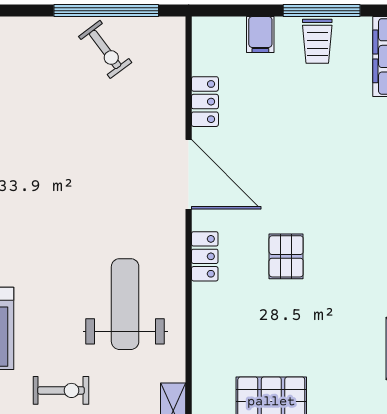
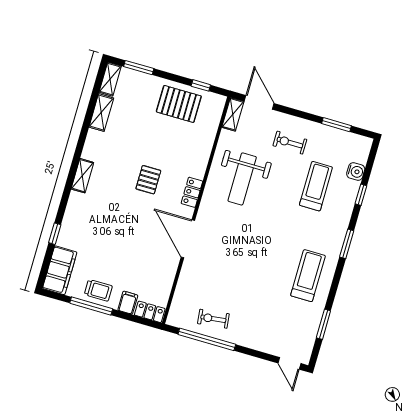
trolley: (317, 41) -> (98, 290), turned 90
exercise bike: (105, 49) -> (213, 319), turned -60
locker: (205, 102) -> (150, 312), moved, turned 90

